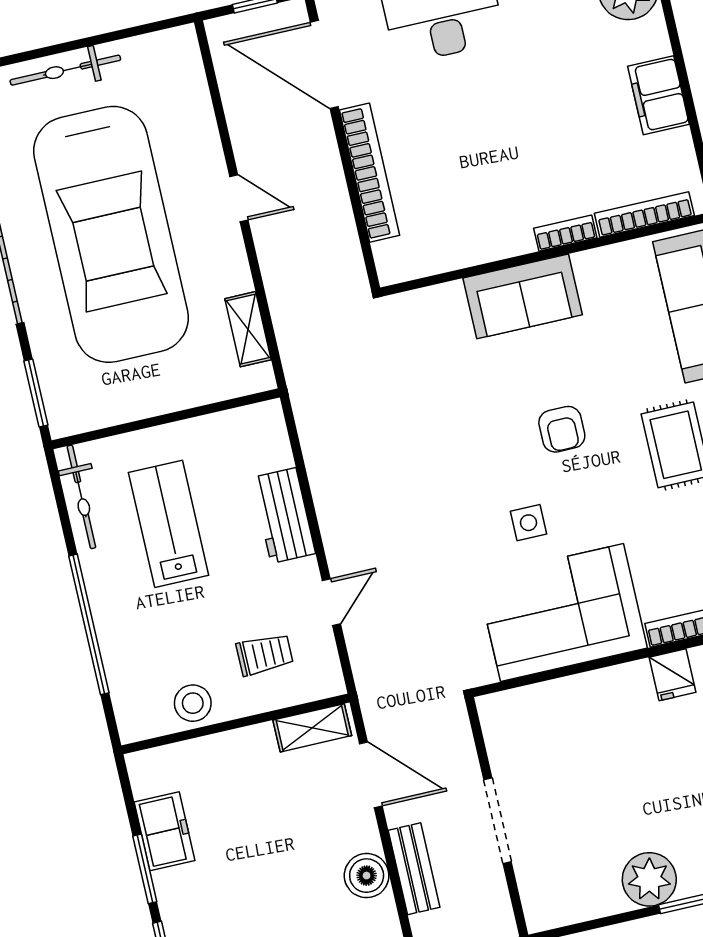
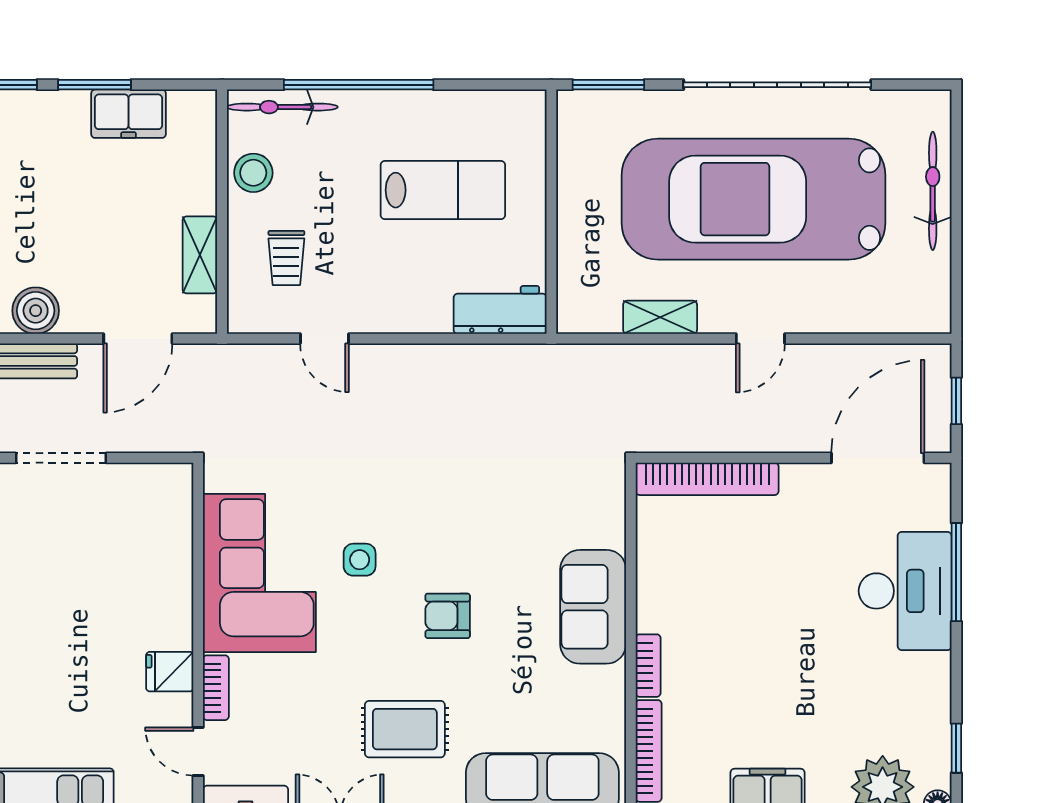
bookcase: (370, 173) -> (707, 479), moved
shelving: (248, 329) -> (660, 317), moved
bicycle: (81, 497) -> (282, 107), moved
workbench: (283, 516) -> (500, 310), moved
shelving: (312, 728) -> (200, 255), moved

